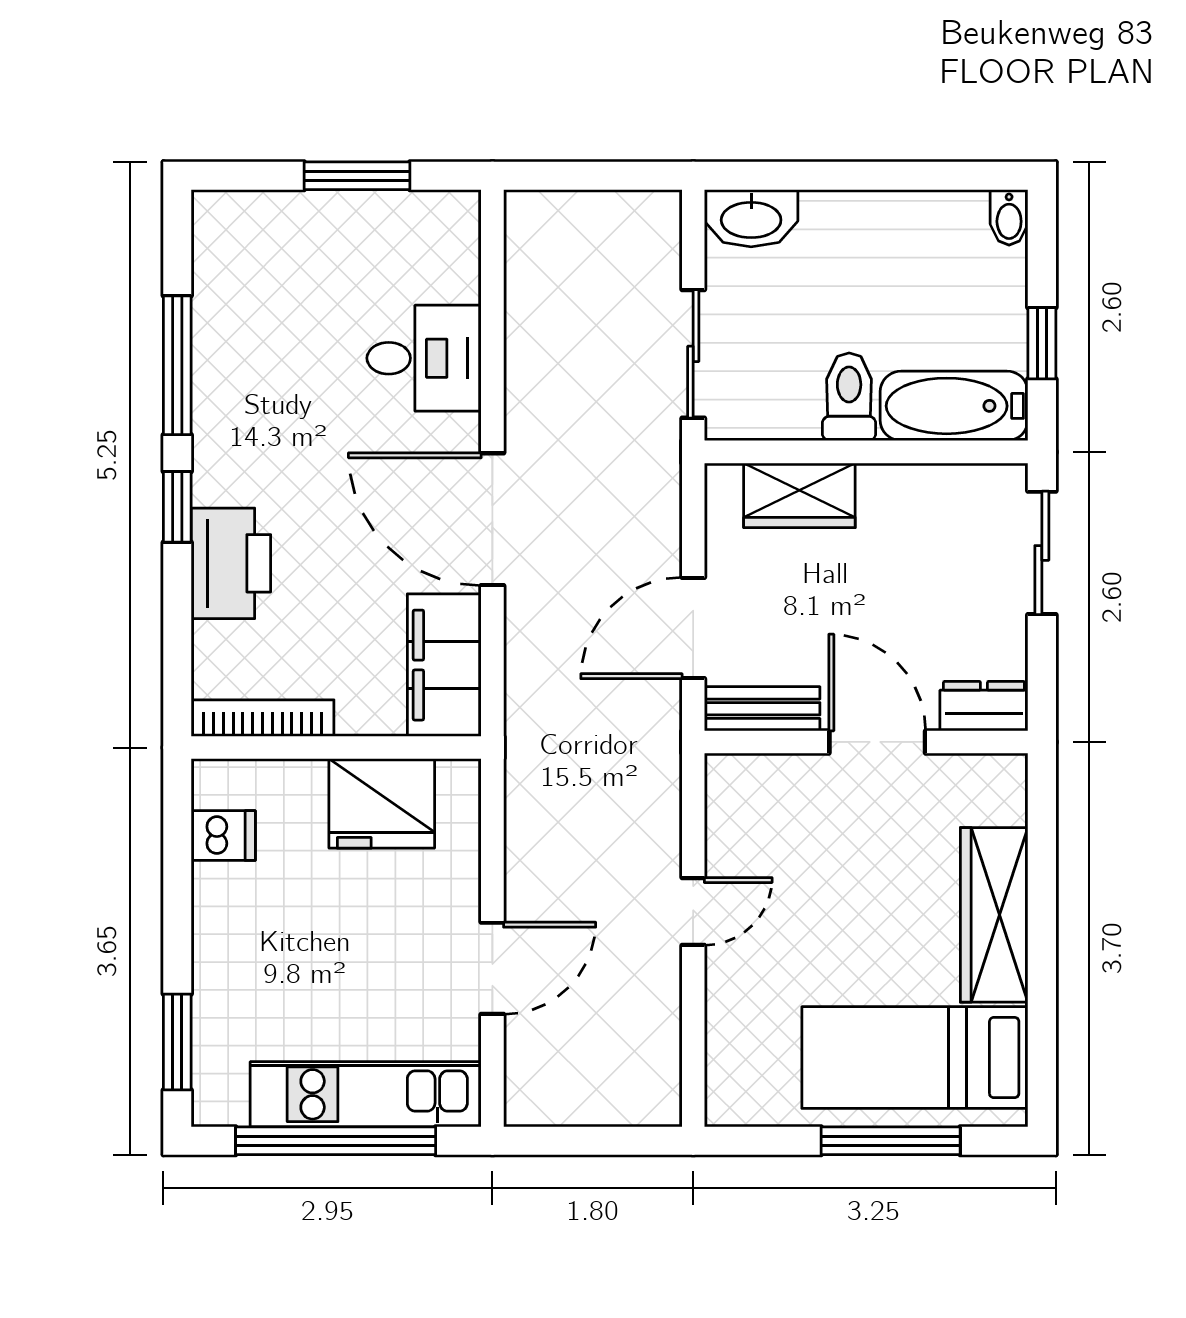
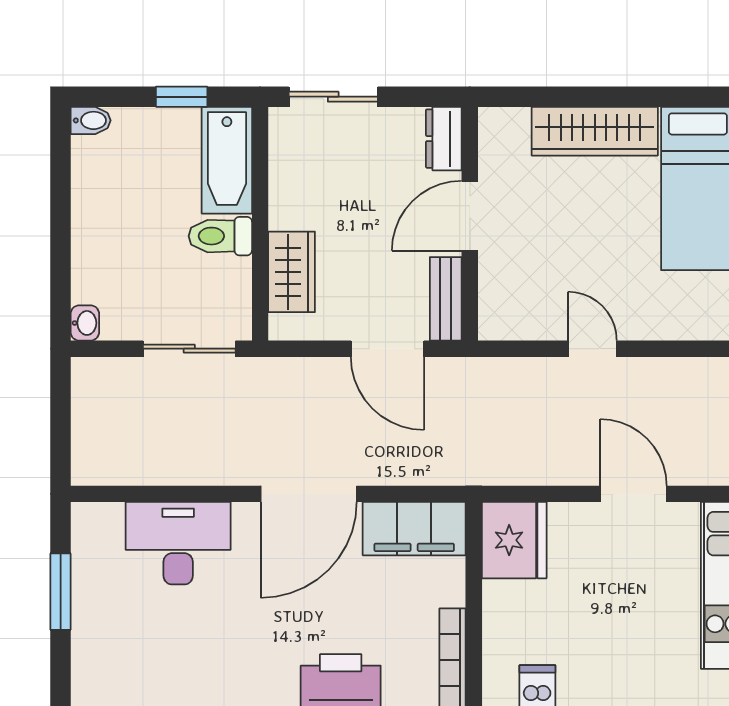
washbasin: (751, 218) -> (85, 323), width x0.52, depth x0.69
desk: (424, 358) -> (178, 543), width x1.37
fridge: (382, 803) -> (514, 540), moved

